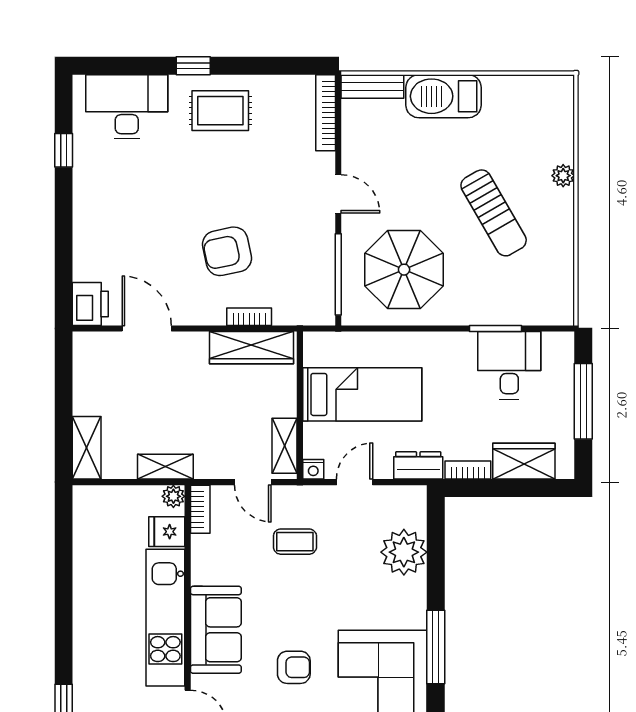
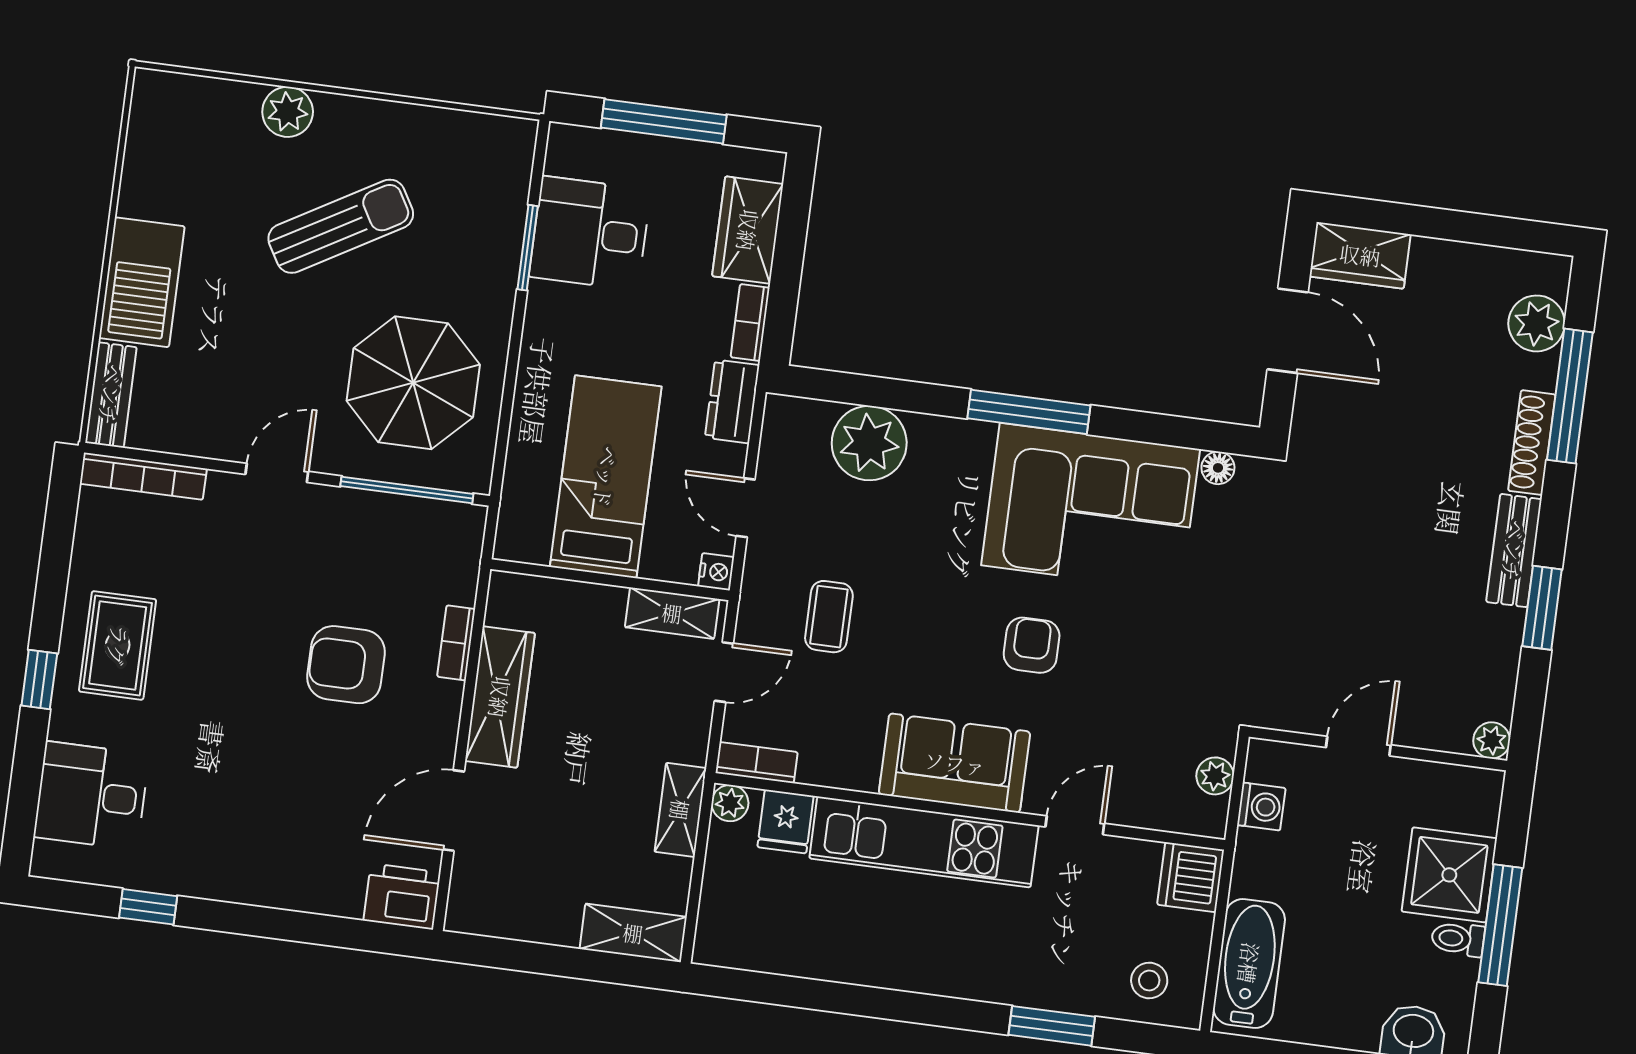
desk: (127, 107) -> (91, 796), width x0.73
plant: (563, 176) -> (288, 112), width x1.38, depth x1.38
armchair: (227, 251) -> (346, 665), turned 102
wardrobe: (251, 348) -> (500, 697), moved

